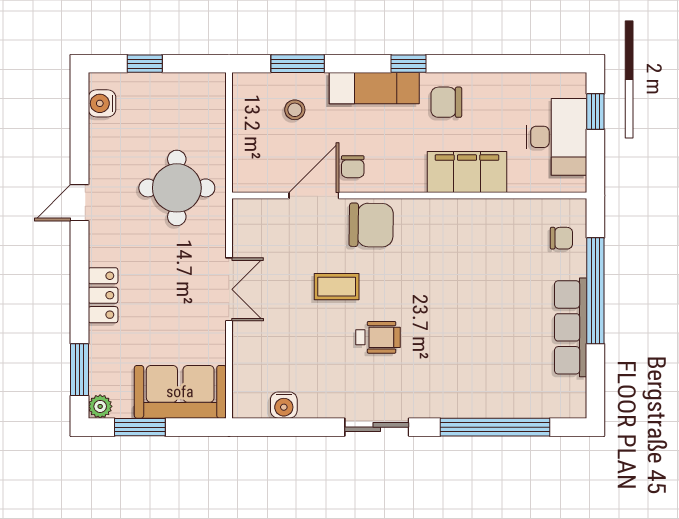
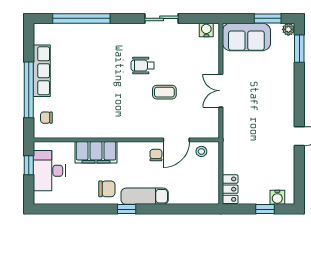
window: (298, 64) -> (185, 209), removed
water cooler: (102, 103) -> (277, 197), moved, turned 90
stool: (295, 110) -> (201, 151), moved
window: (595, 112) -> (29, 165), moved
round table: (177, 188) -> (248, 144), removed
chair: (371, 225) -> (146, 124), removed
locker: (103, 295) -> (230, 189), moved, turned 180
water cooler: (284, 405) -> (206, 30), moved
sliding door: (377, 427) -> (162, 18), moved

